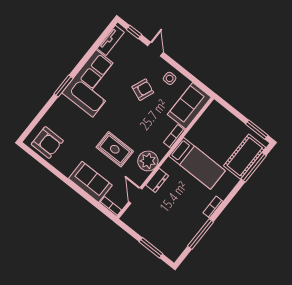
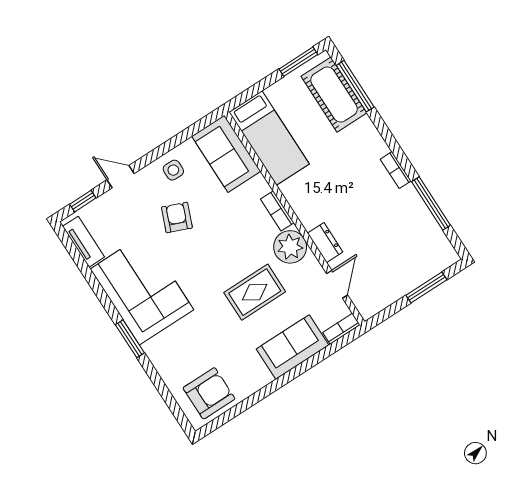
bookcase: (174, 136) -> (277, 211), moved
bed: (197, 163) -> (269, 138), moved, turned 90
door: (135, 195) -> (337, 284), swing flipped

